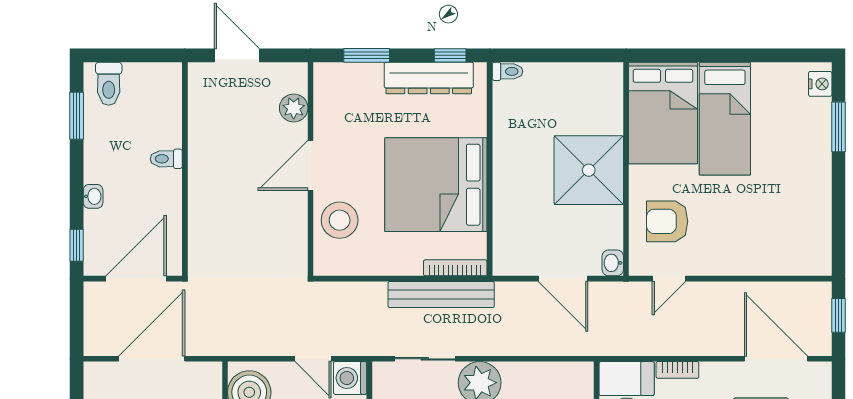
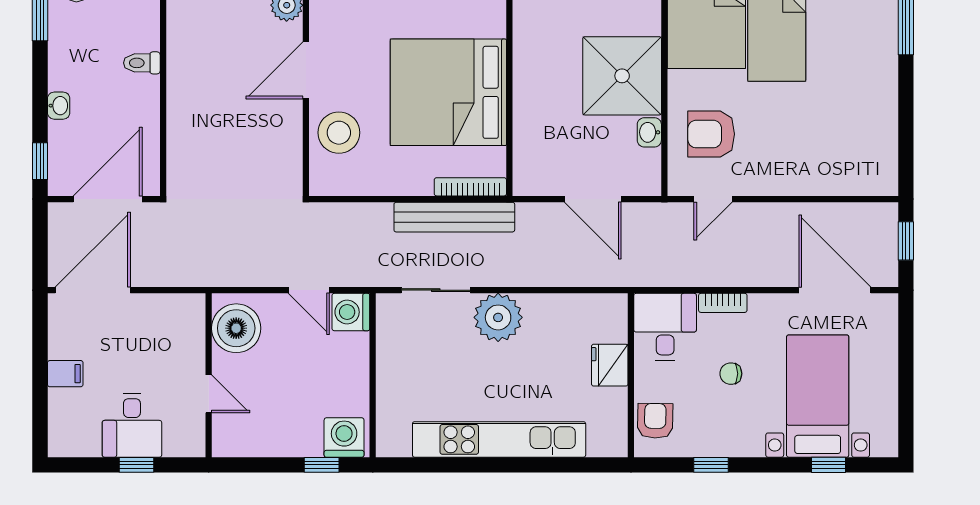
washbasin: (613, 263) -> (649, 132), moved
door: (152, 359) -> (93, 290), moved

